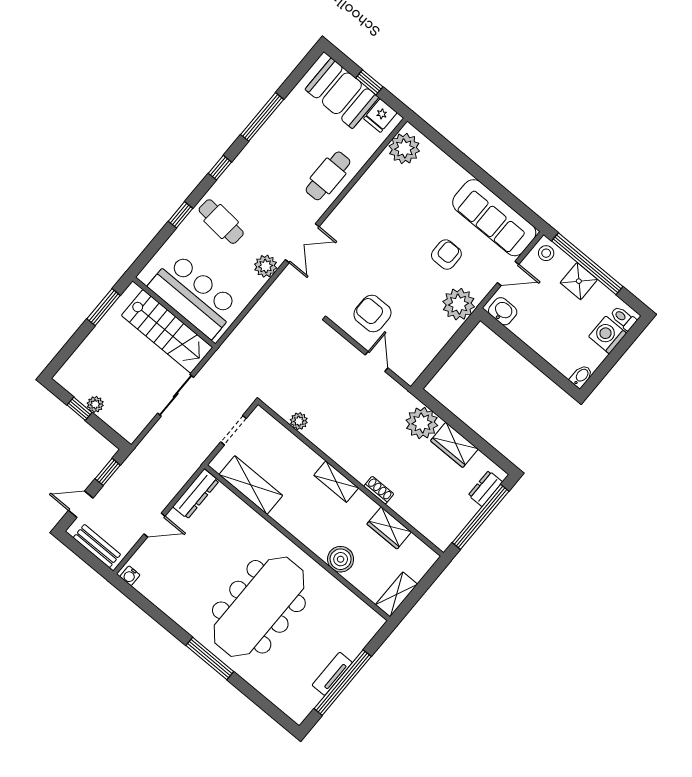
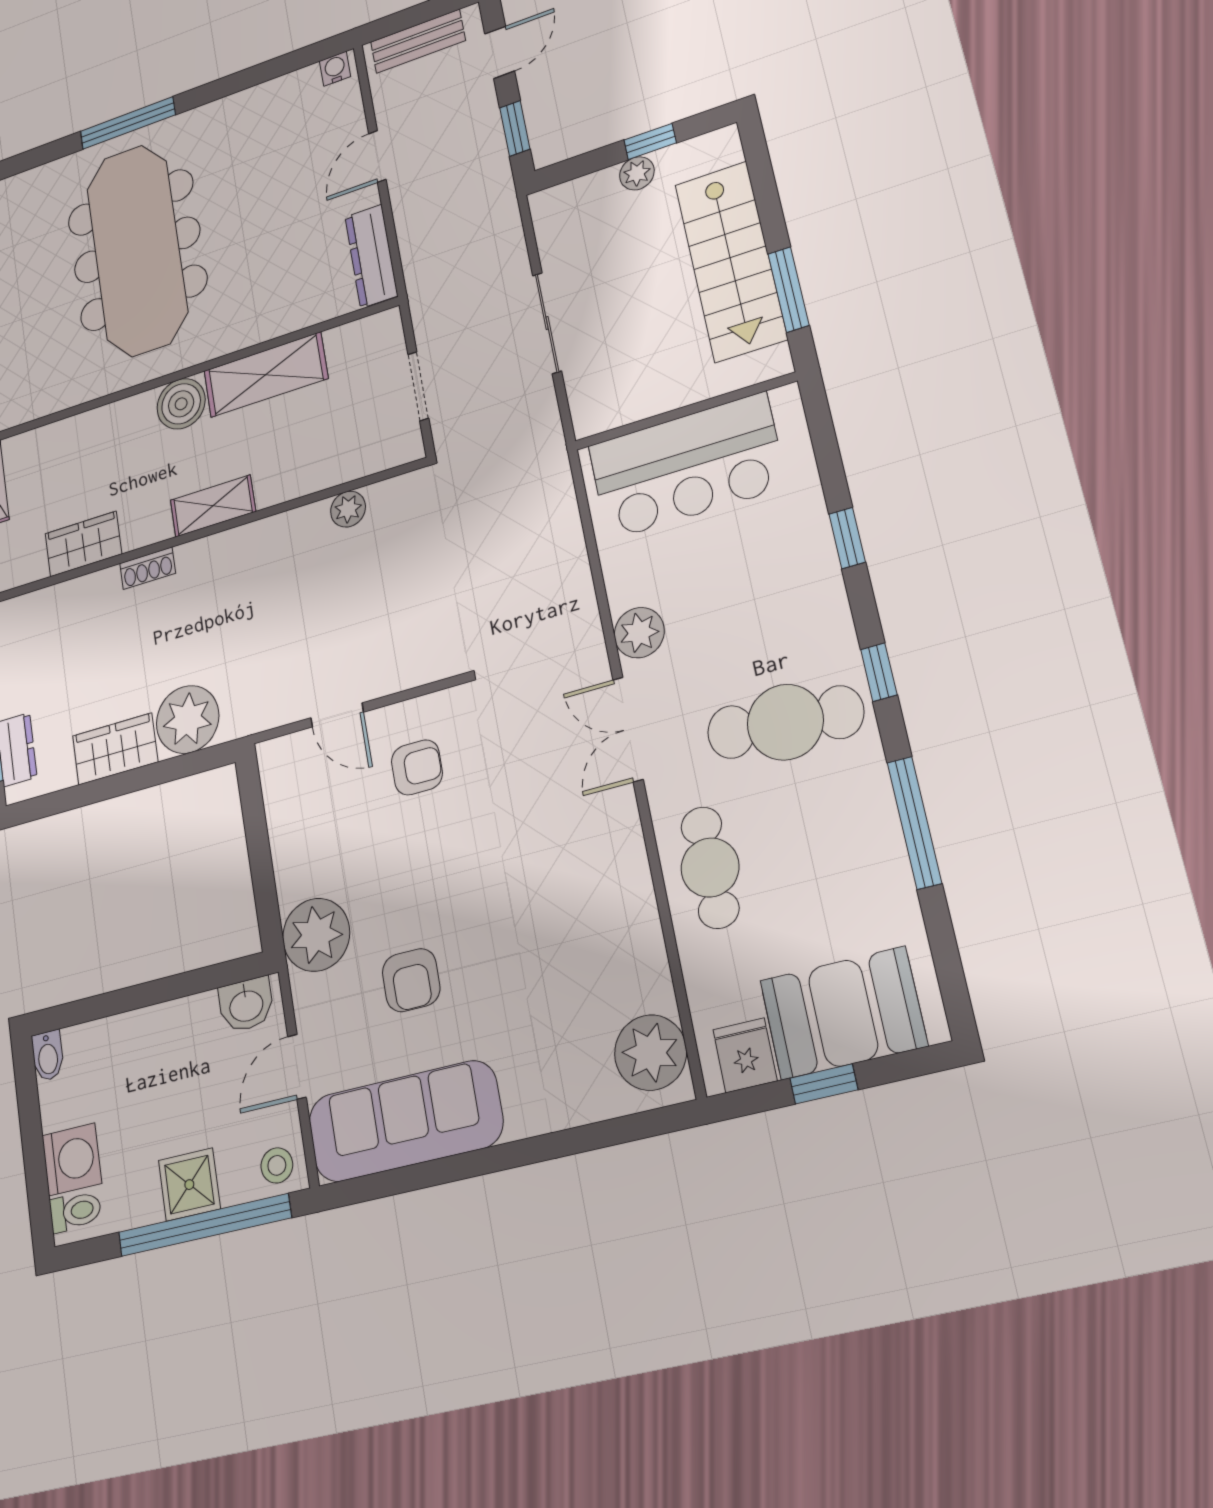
cafe table: (221, 222) -> (785, 722), moved, width x1.37, depth x1.35
armchair: (372, 314) -> (417, 767), width x0.72, depth x0.72
stairs: (167, 331) -> (731, 261), moved, turned -90
shelving: (251, 485) -> (266, 375), moved
boiler: (341, 559) -> (181, 404), moved

